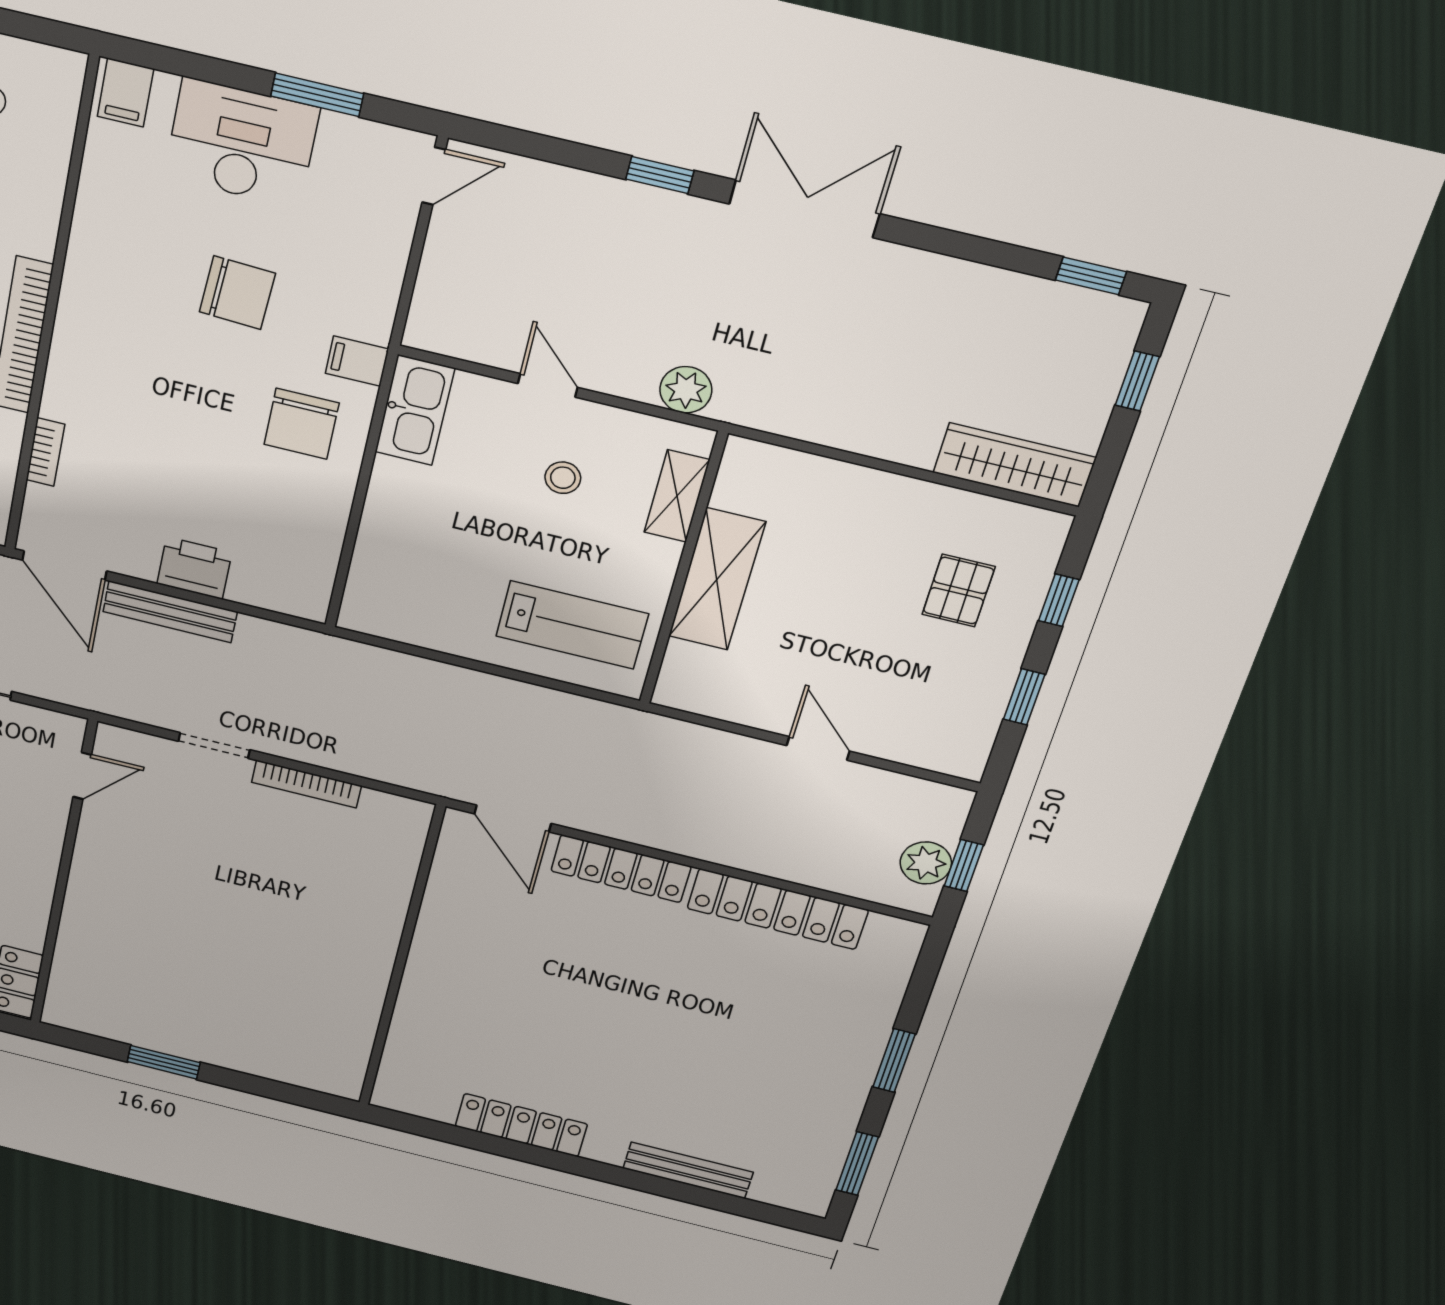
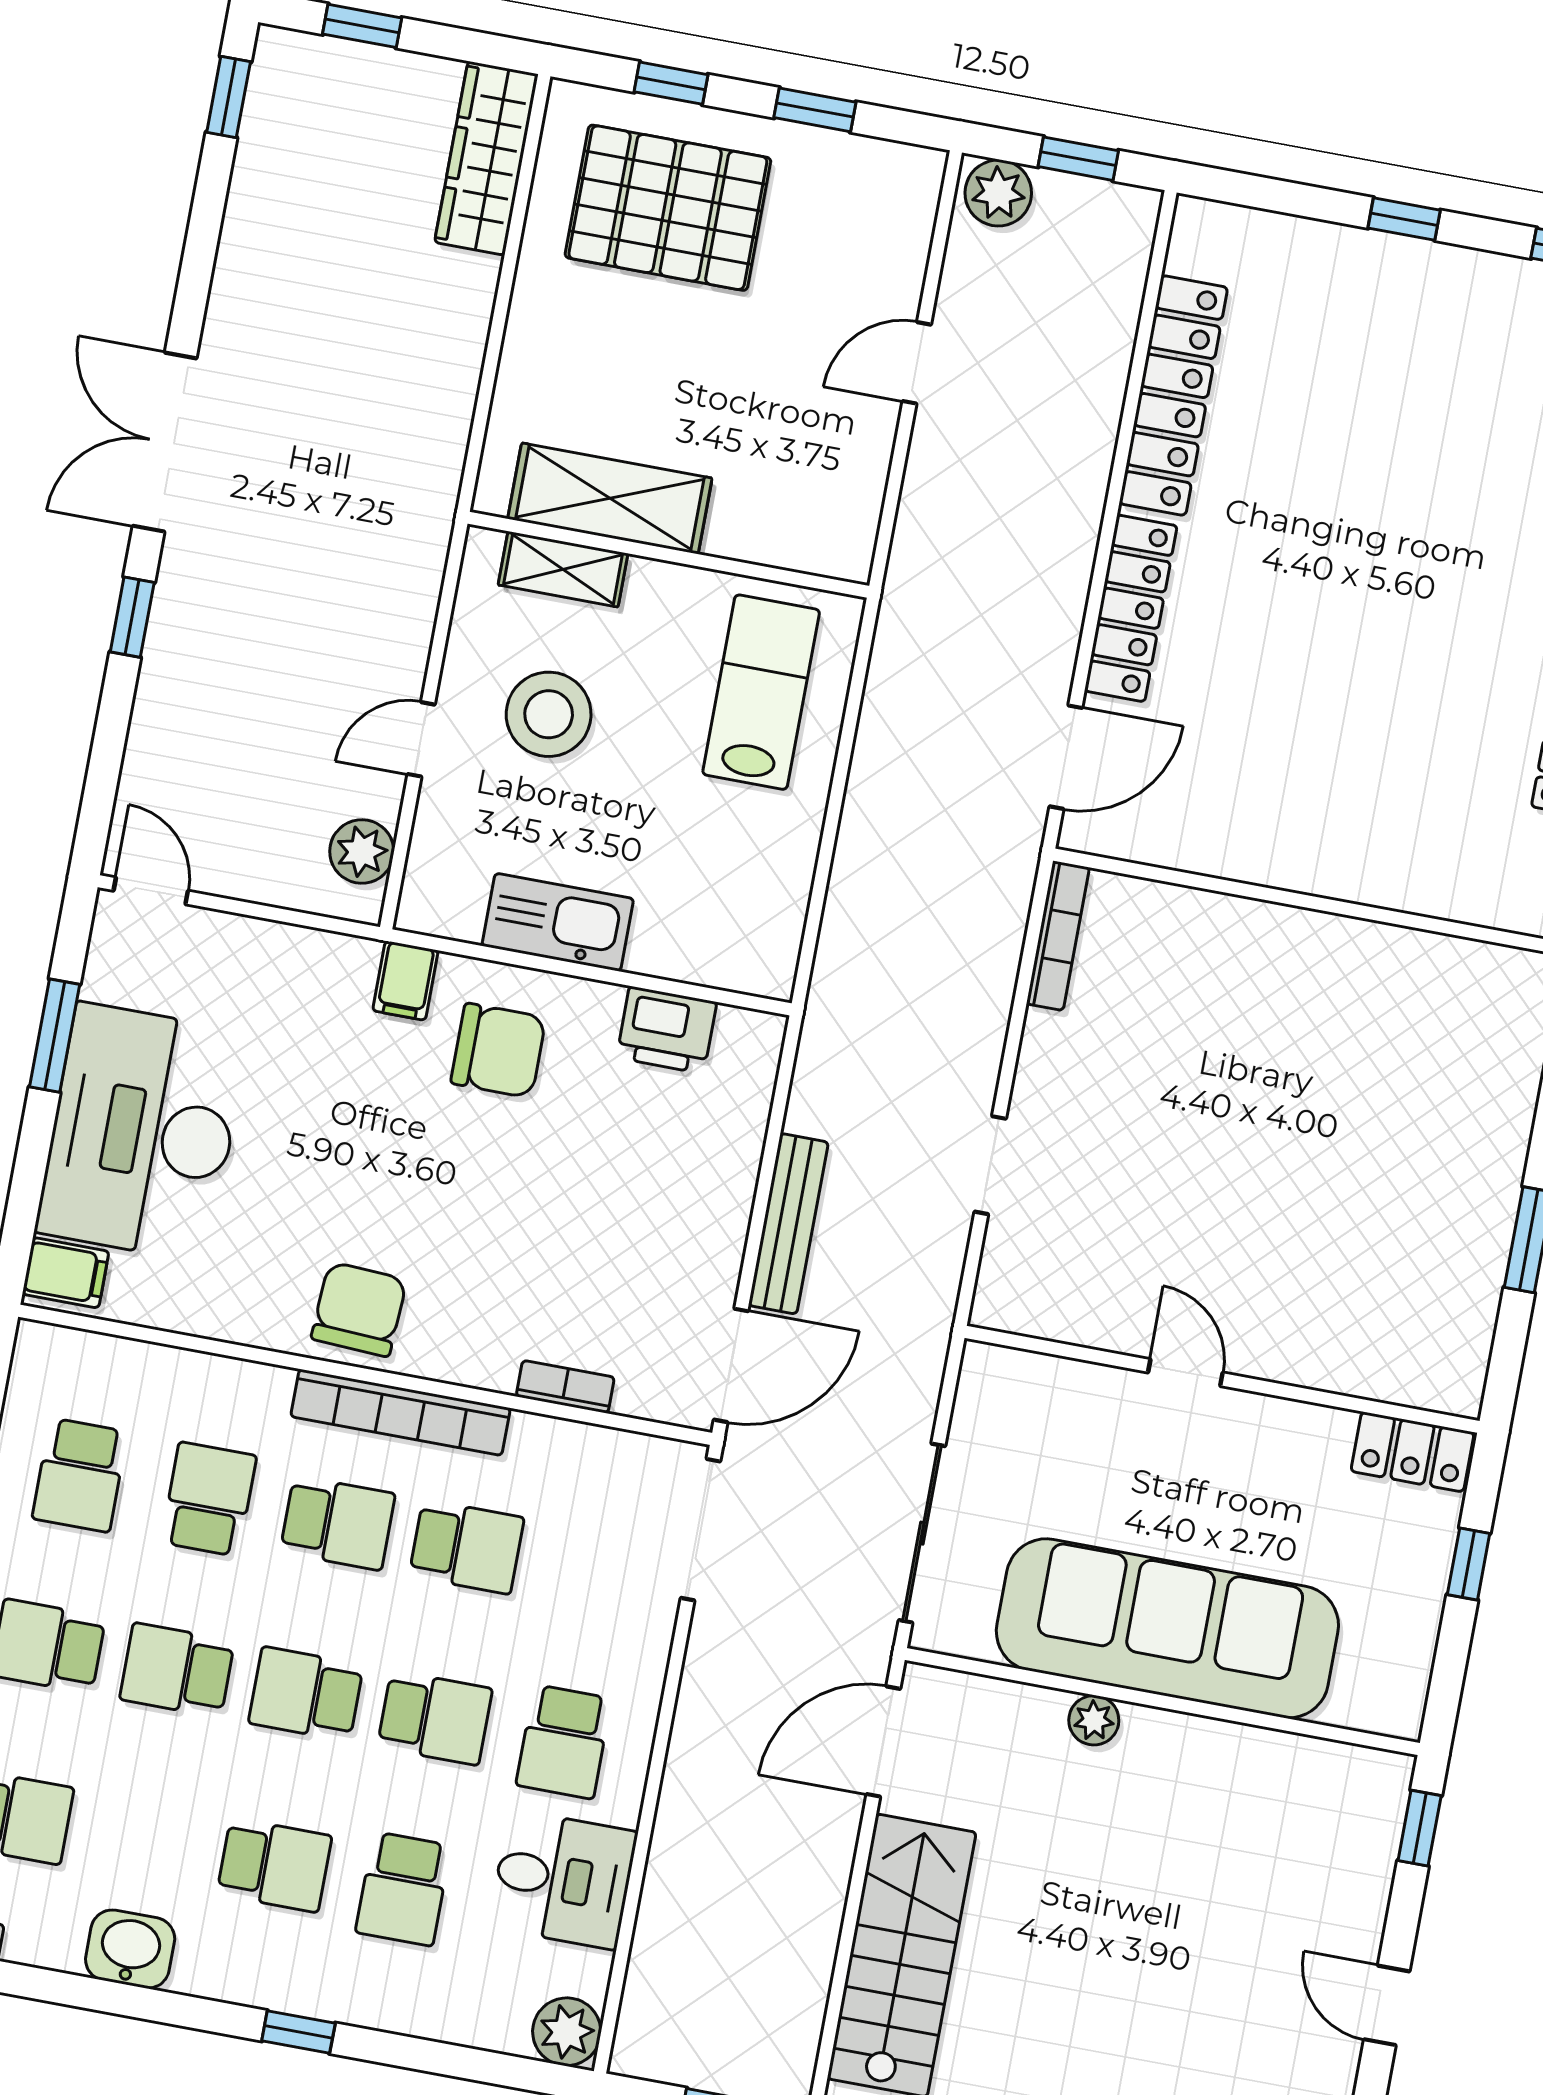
desk: (242, 143) -> (142, 1132), width x1.36, depth x1.30
chair: (237, 293) -> (359, 1309), moved
plant: (686, 390) -> (362, 851), moved
kitchen sink: (415, 410) -> (558, 922), moved
stool: (563, 478) -> (549, 714), width x1.89, depth x1.89
printer: (194, 568) -> (667, 1030), moved, turned -90
shelving: (717, 579) -> (610, 498), moved
pallet: (959, 591) -> (668, 208), width x2.05, depth x2.00
door: (82, 776) -> (1185, 1373), moved
bookcase: (306, 784) -> (1058, 936), moved
plant: (926, 863) -> (998, 193), moved
window: (894, 1061) -> (1404, 219), width x0.67

